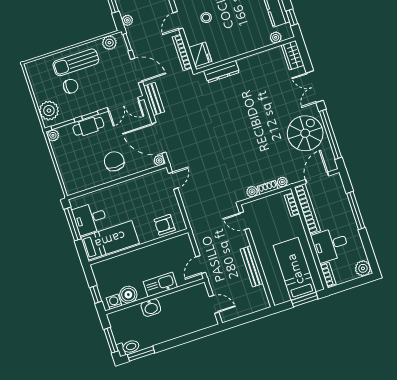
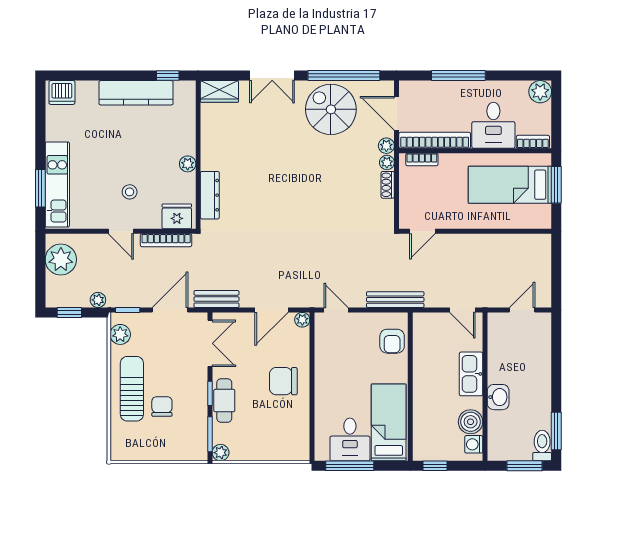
plant: (276, 37) -> (188, 164), moved
sun lounger: (76, 62) -> (132, 389), turned 180
plant: (49, 111) -> (185, 447), removed
door: (159, 138) -> (271, 310), width x0.73
plant: (252, 192) -> (386, 146), moved
bench: (252, 266) -> (395, 300), moved
window: (96, 294) -> (435, 466), moved

